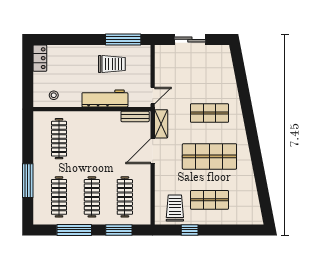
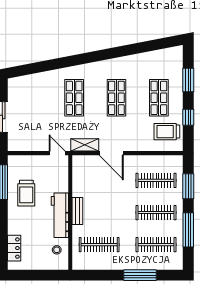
locker: (40, 58) -> (14, 248), moved, turned 90
trolley: (112, 64) -> (26, 193), turned 180
workbench: (105, 98) -> (60, 215), moved
bench: (135, 116) -> (77, 211), moved
shop shelf: (209, 156) -> (116, 98), width x0.70, depth x0.74
window: (228, 230) -> (188, 80), added

